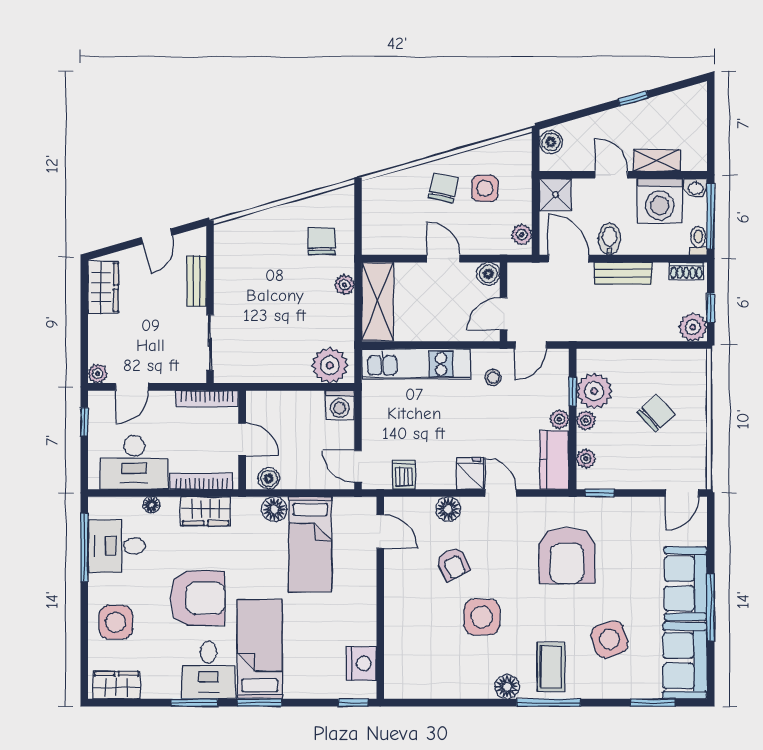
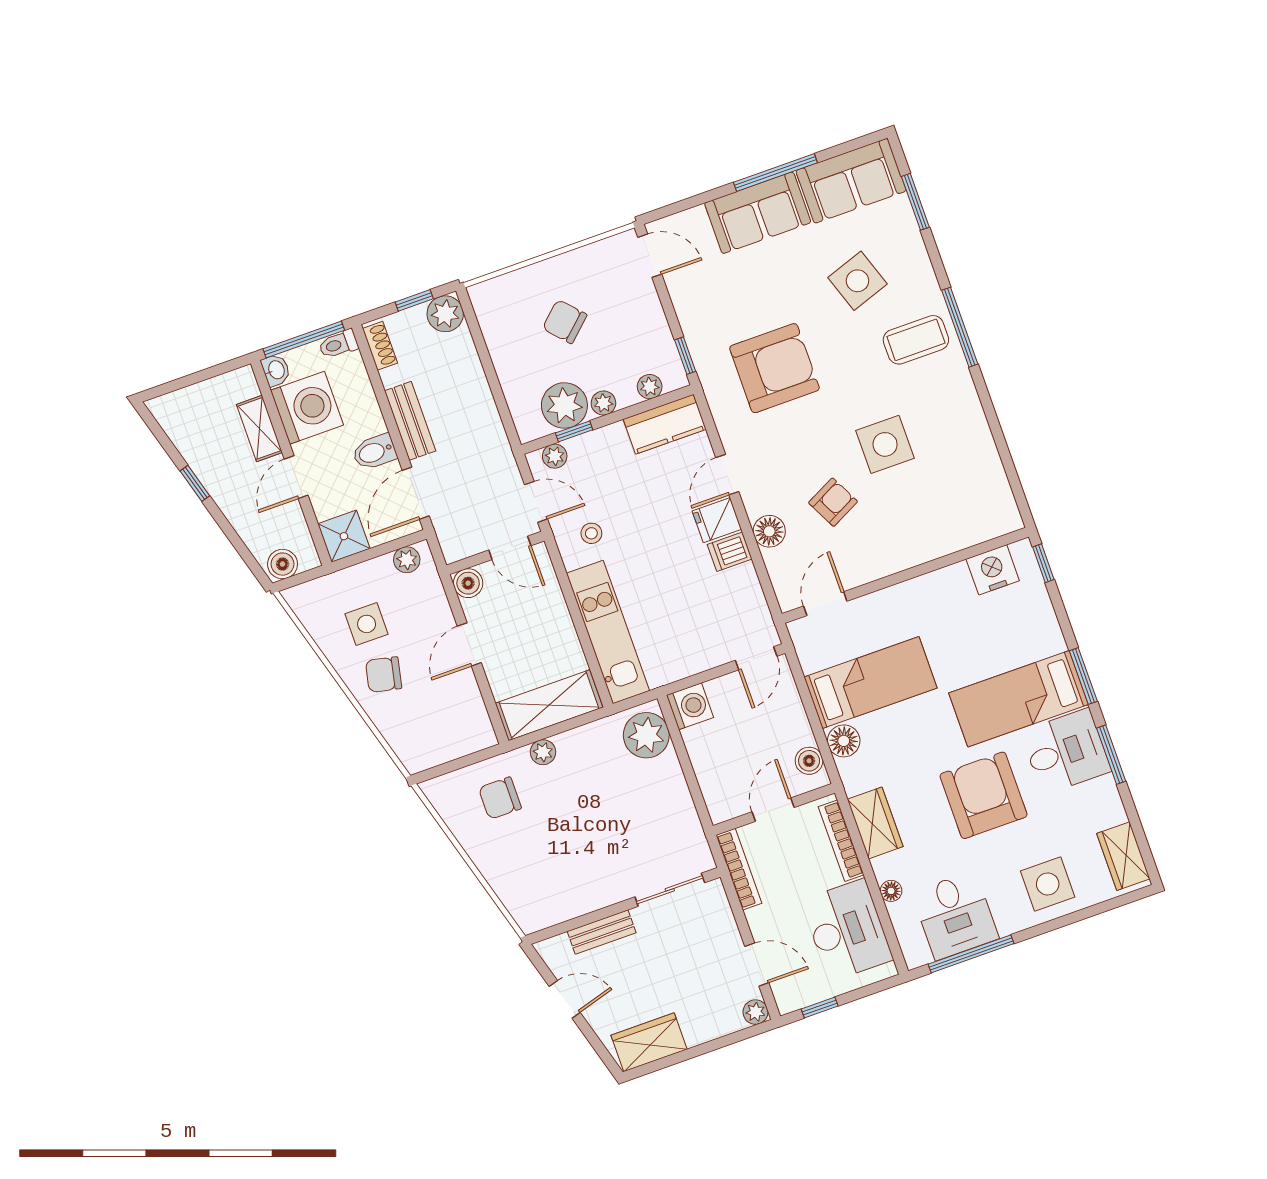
plant: (559, 419) -> (555, 456), moved
dishwasher: (404, 475) -> (730, 552), moved
floor lamp: (507, 687) -> (958, 384), removed

